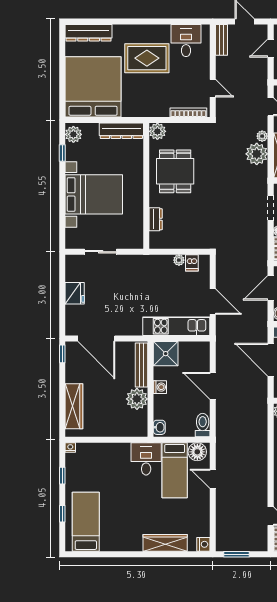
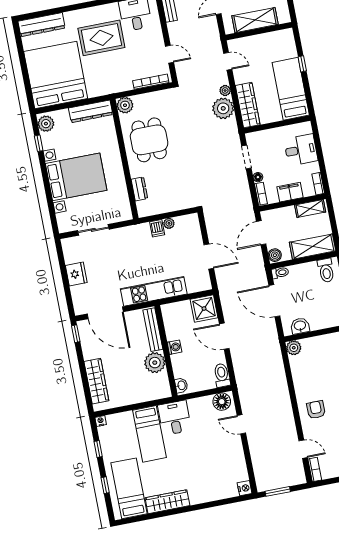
dishwasher: (192, 263) -> (157, 228), moved
kitchen unit: (176, 326) -> (154, 291), moved
shower: (166, 354) -> (204, 309), moved
bed: (175, 470) -> (150, 434), moved
wardrobe: (165, 543) -> (167, 502), moved

